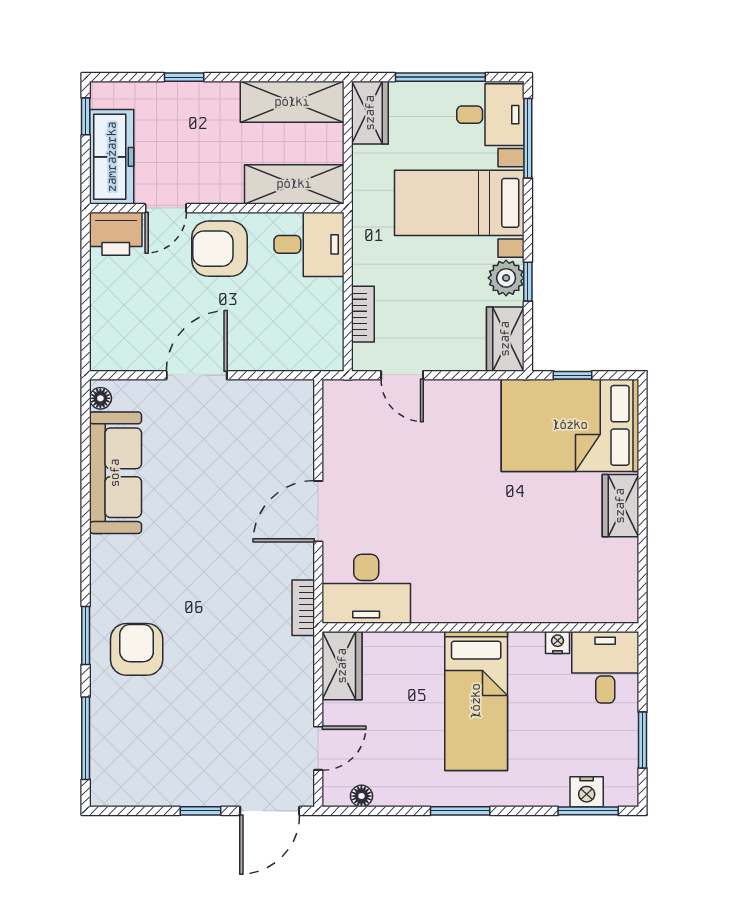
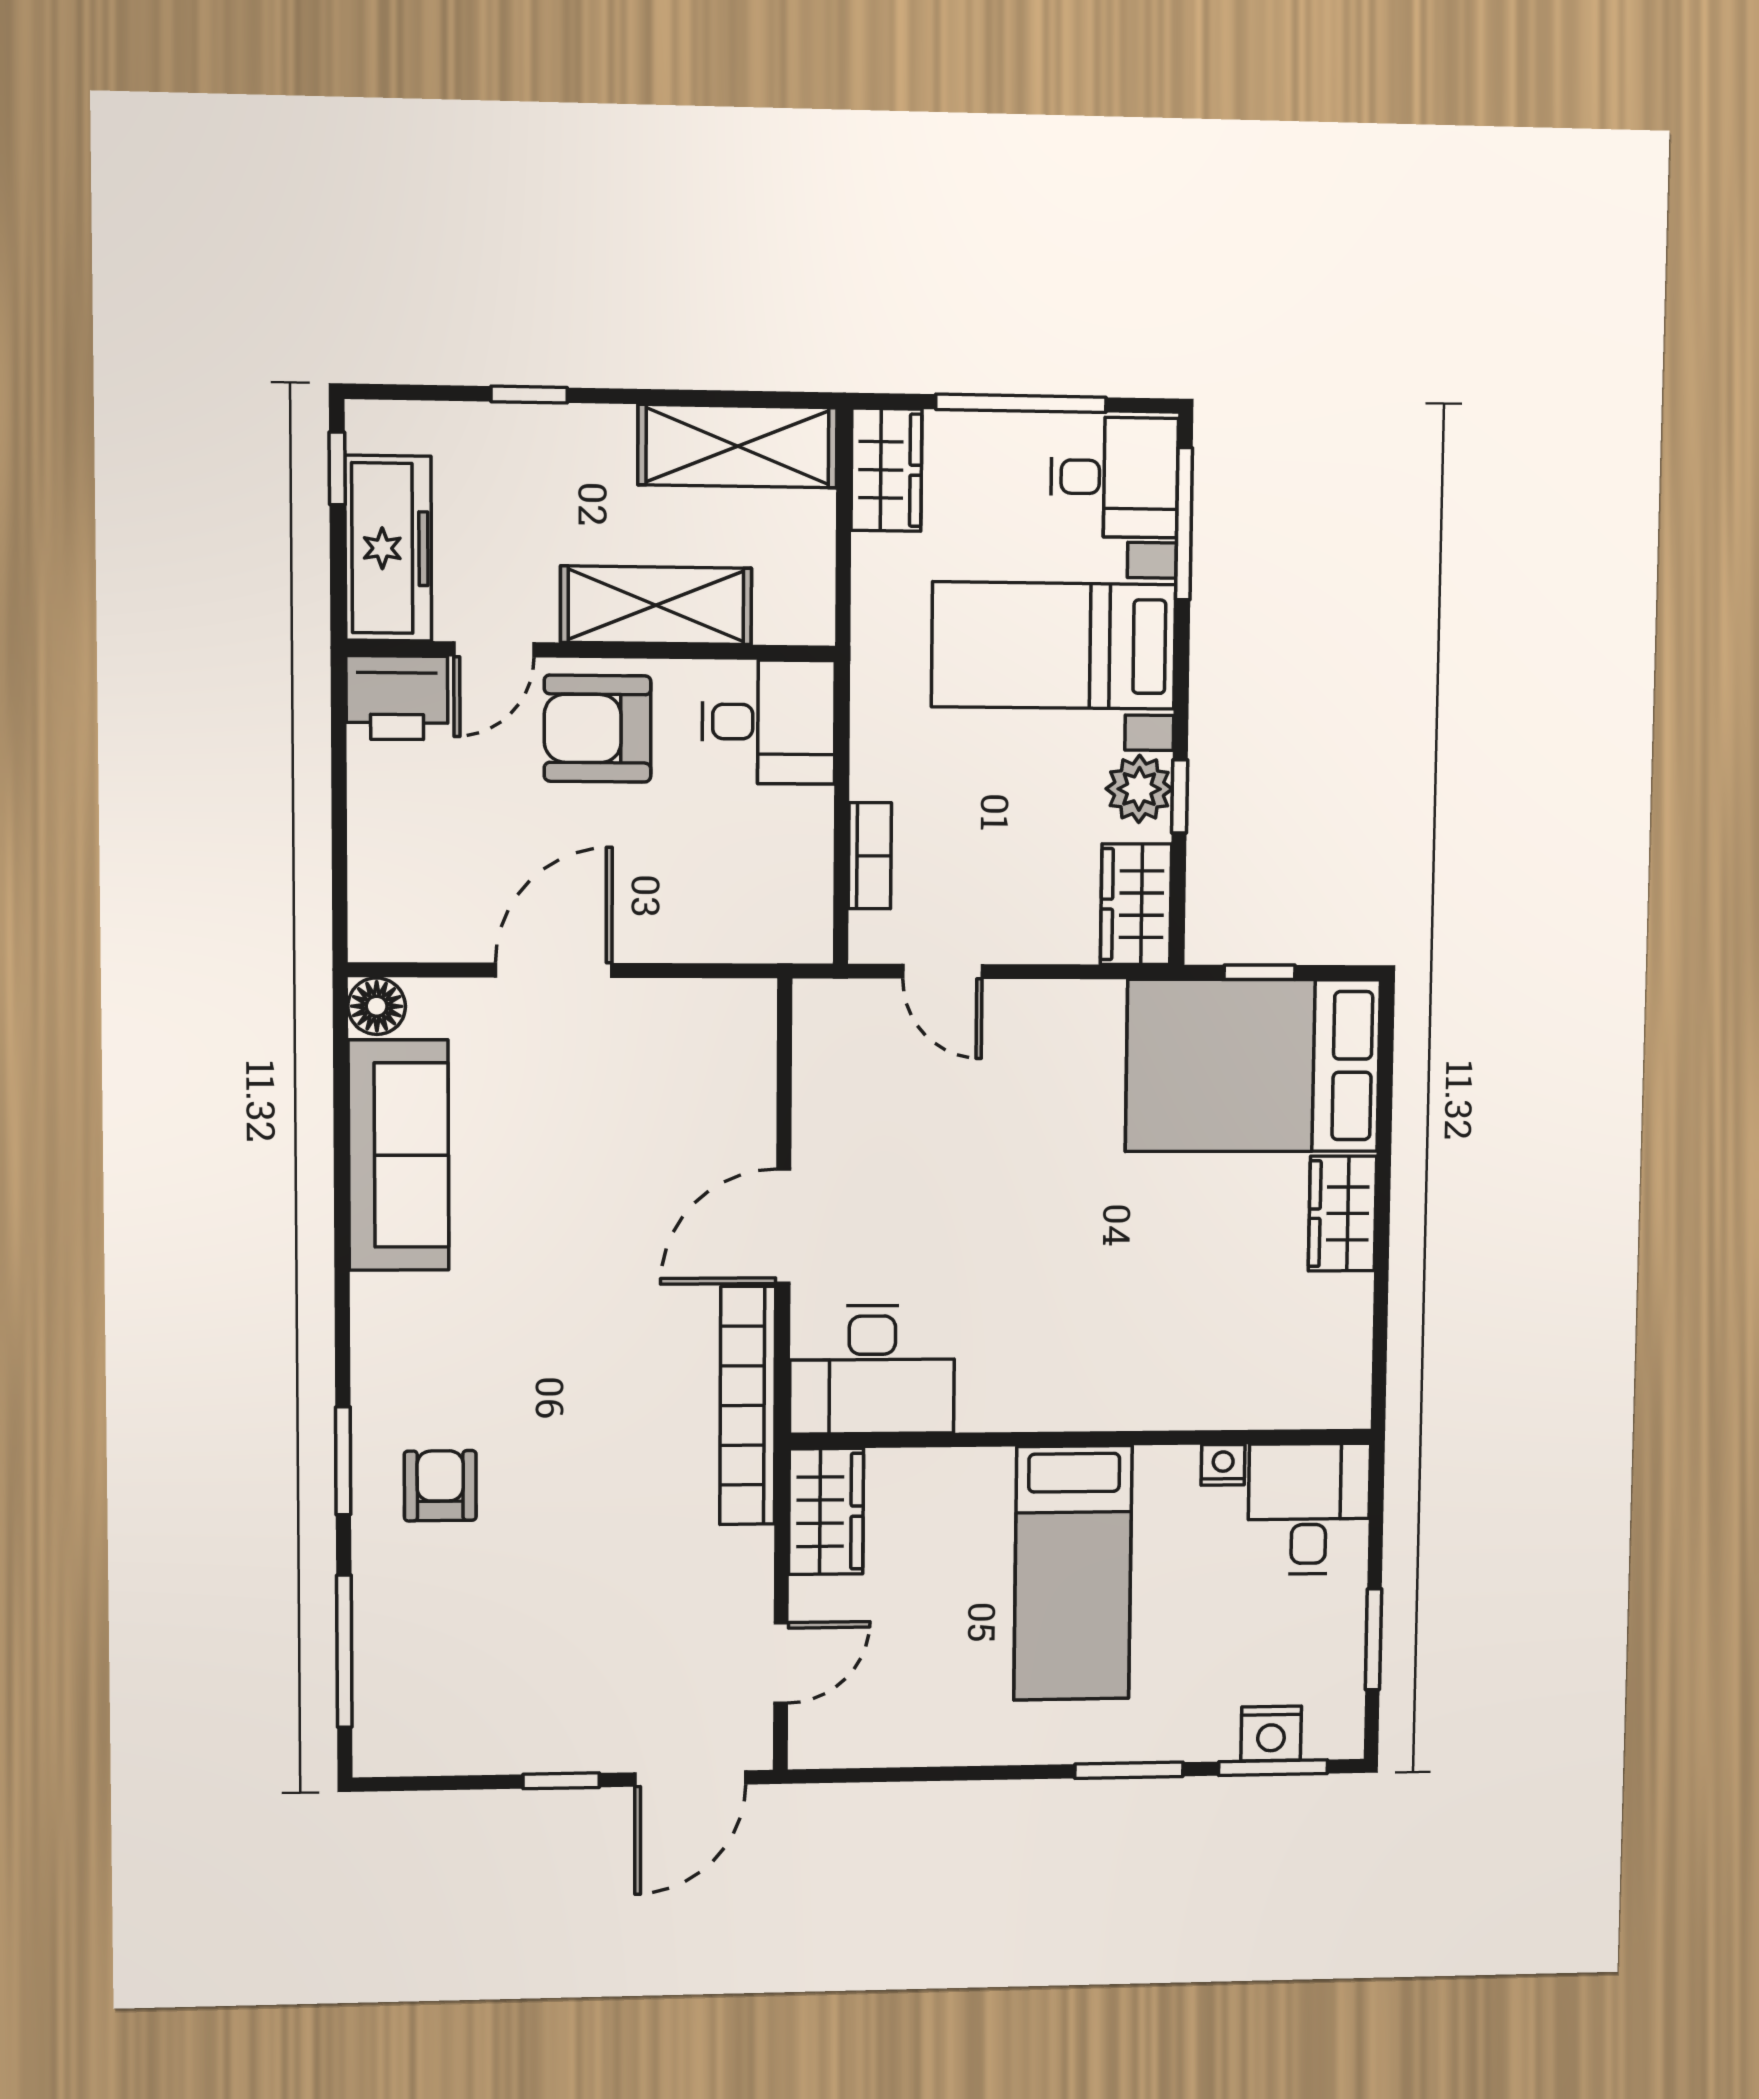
shelving: (294, 184) -> (656, 605), moved
floor lamp: (100, 398) -> (377, 1006), width x1.37, depth x1.37
bookcase: (303, 608) -> (748, 1406), width x2.31, depth x1.31
armchair: (137, 649) -> (440, 1486), width x0.72, depth x0.72
floor lamp: (361, 796) -> (860, 1748), removed
window: (460, 811) -> (1129, 1770), moved

